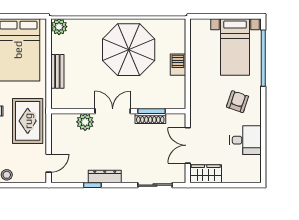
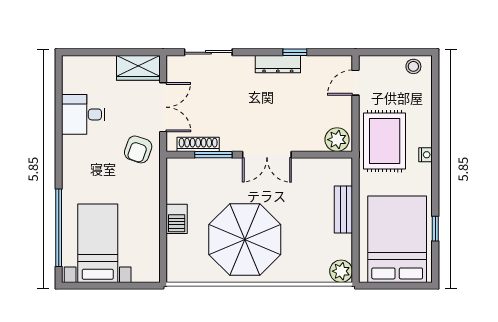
armchair: (238, 102) -> (138, 149), moved
shoe rack: (150, 118) -> (198, 144), moved
plant: (85, 122) -> (337, 140), moved

